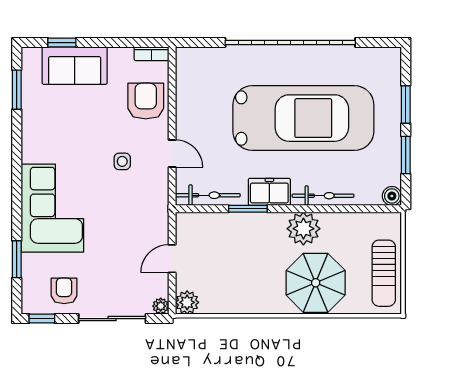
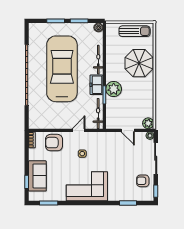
corner sofa: (52, 208) -> (87, 186), moved
plant: (303, 229) -> (114, 89), moved

